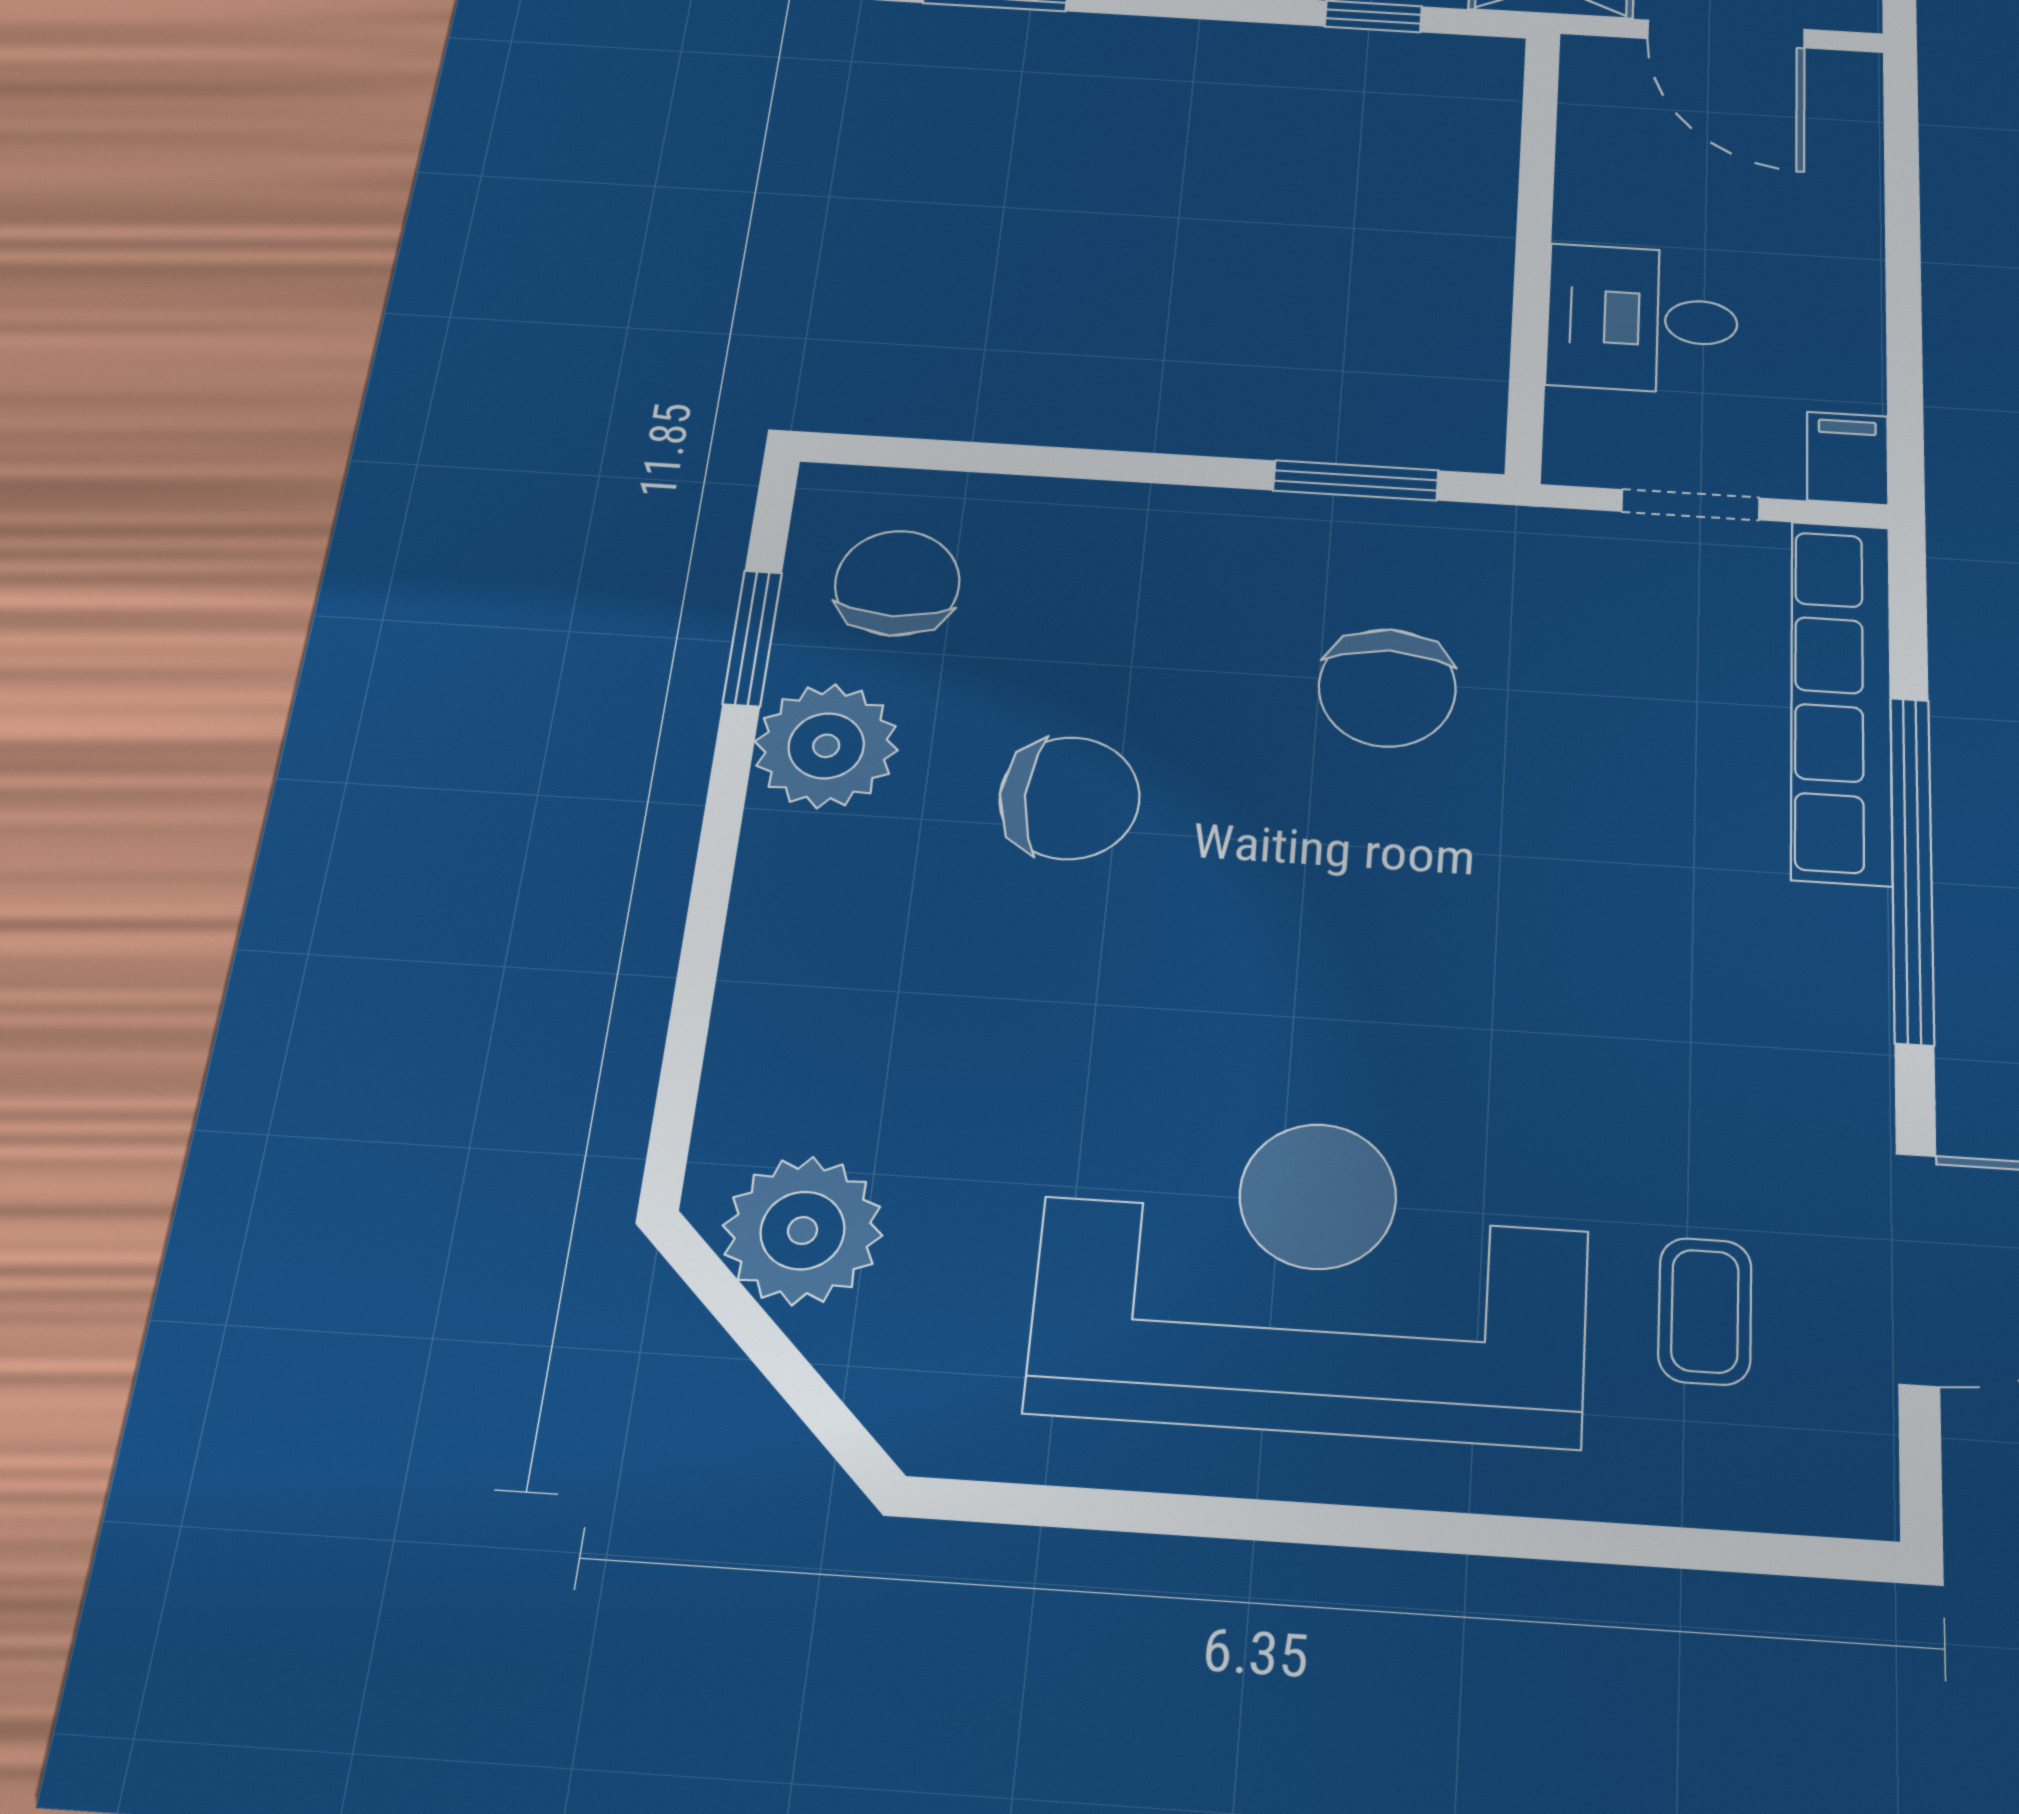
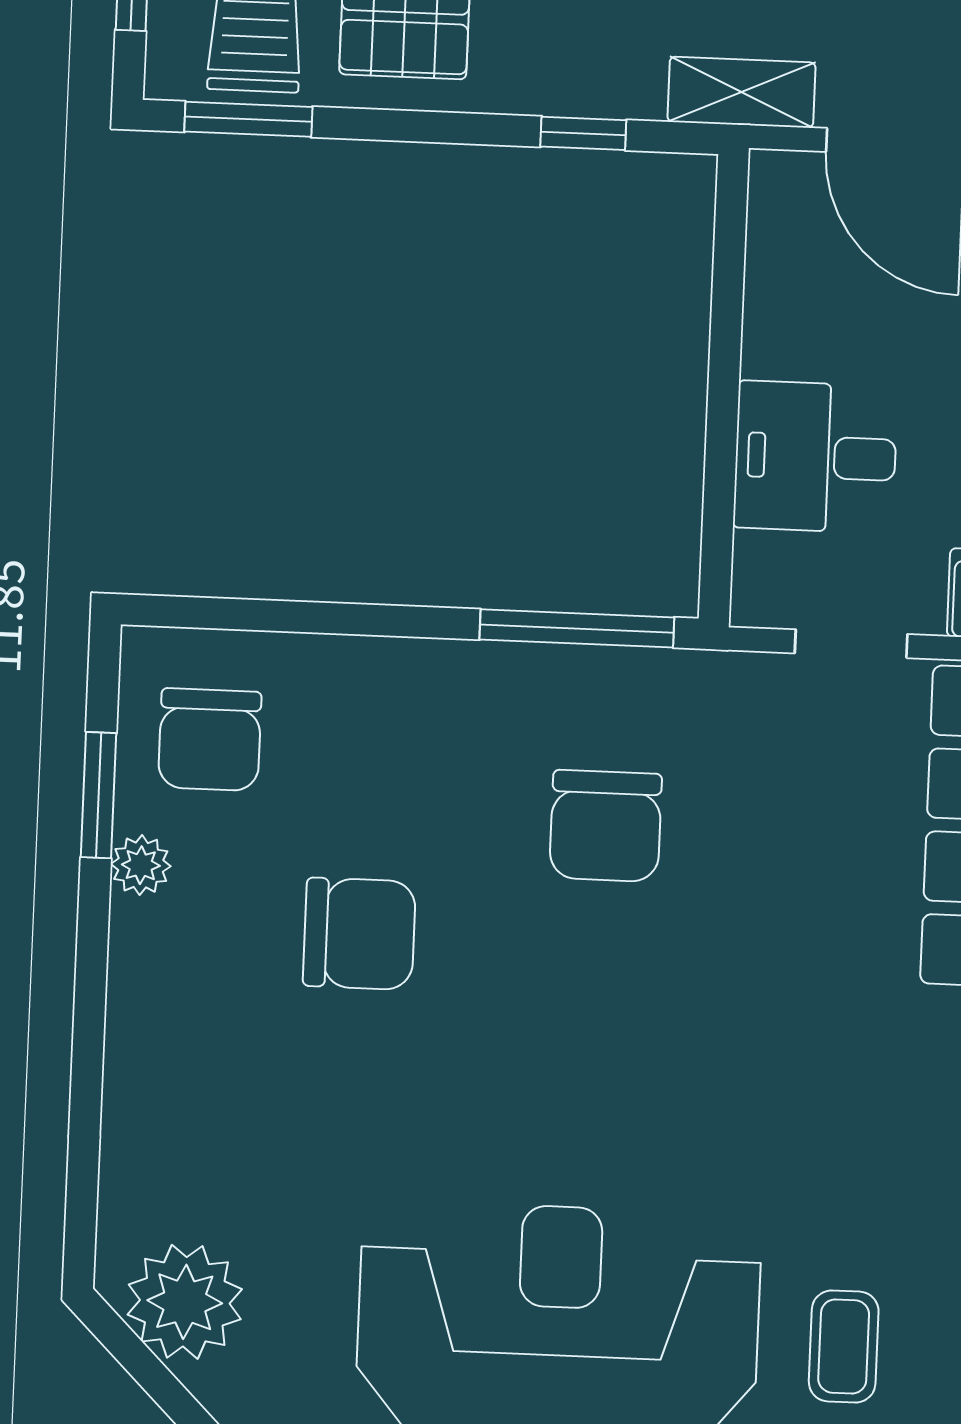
window: (1356, 480) -> (577, 628), width x1.44
chair: (897, 583) -> (210, 740), turned 180
plant: (826, 746) -> (141, 865), width x0.53, depth x0.53

